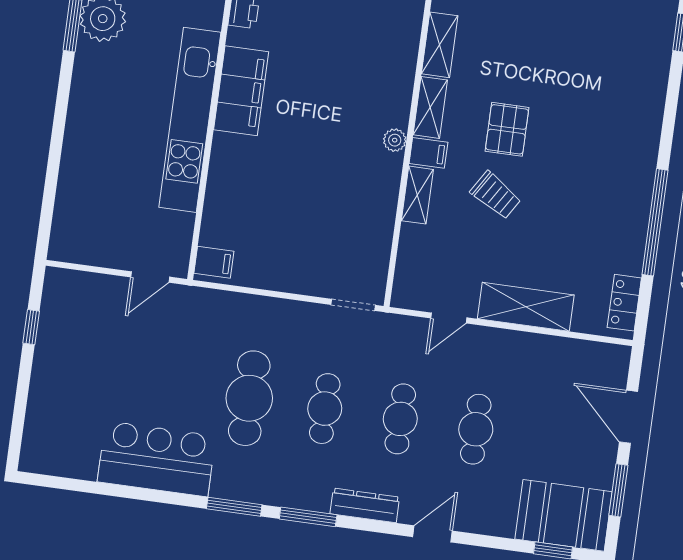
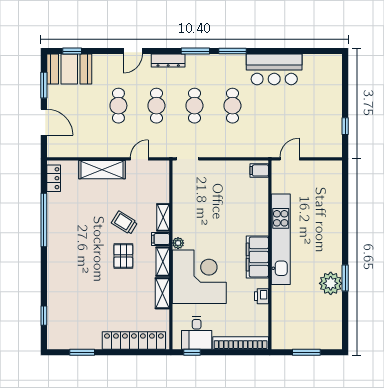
corner desk: (362, 67) -> (199, 277), added
cafe table: (249, 398) -> (232, 106), width x0.73, depth x0.74

